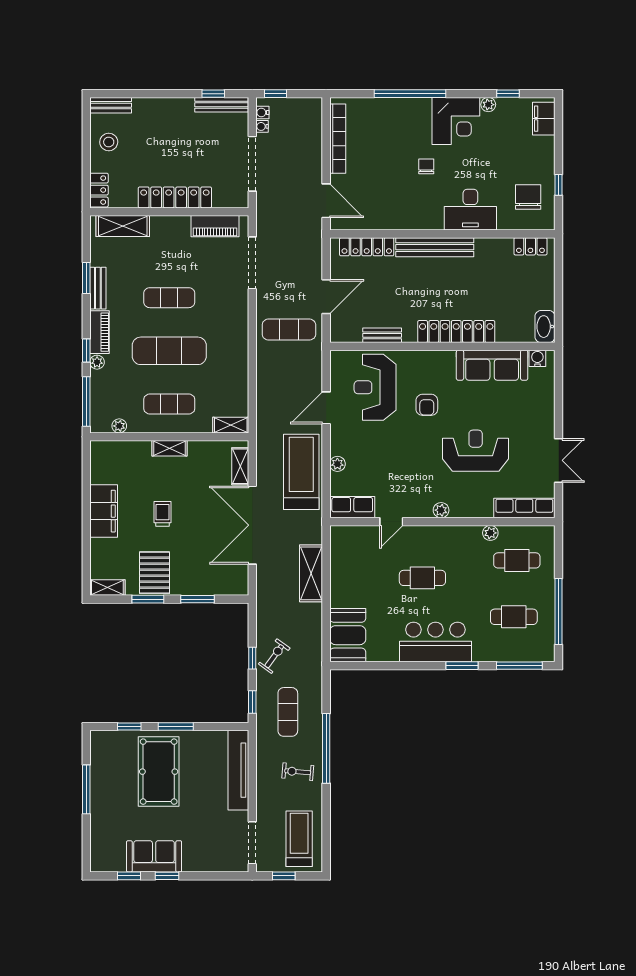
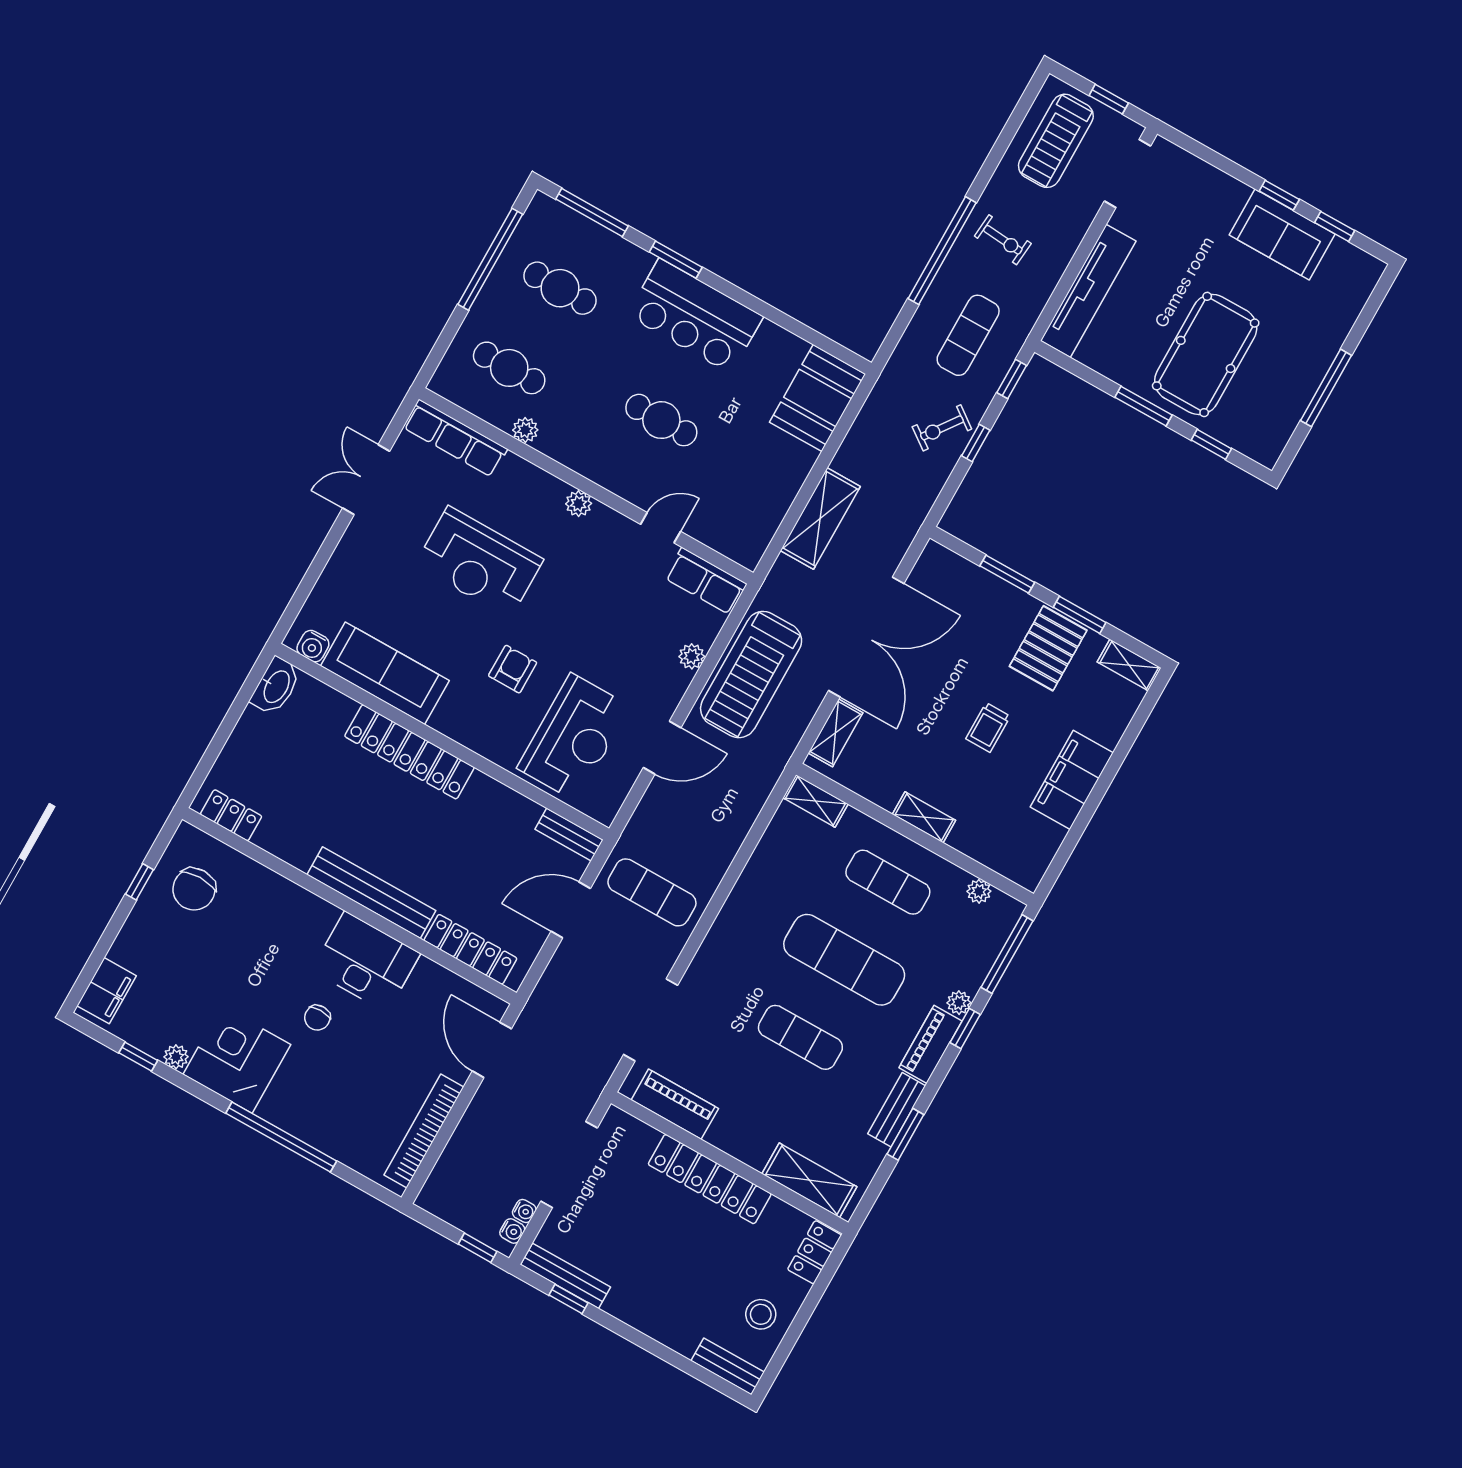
desk: (470, 210) -> (366, 962), moved
bench: (382, 335) -> (569, 835), moved

